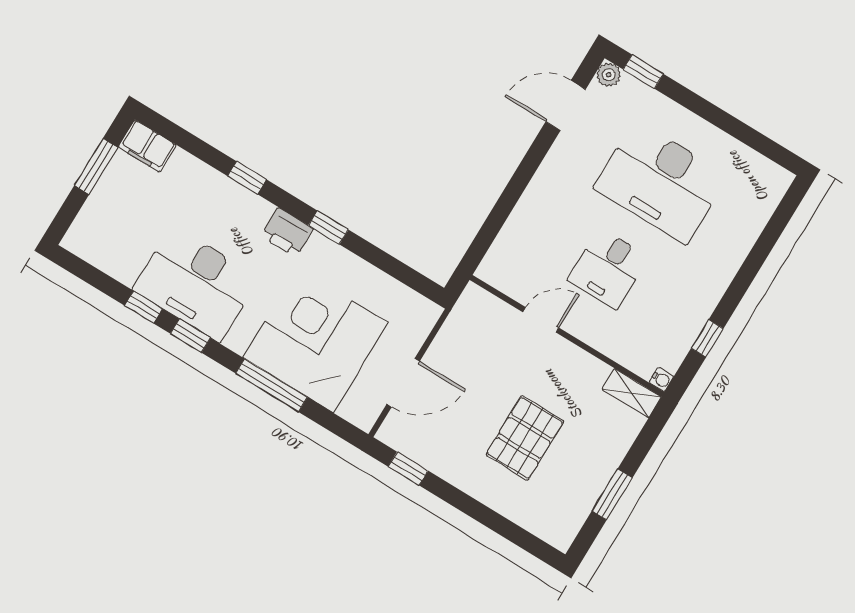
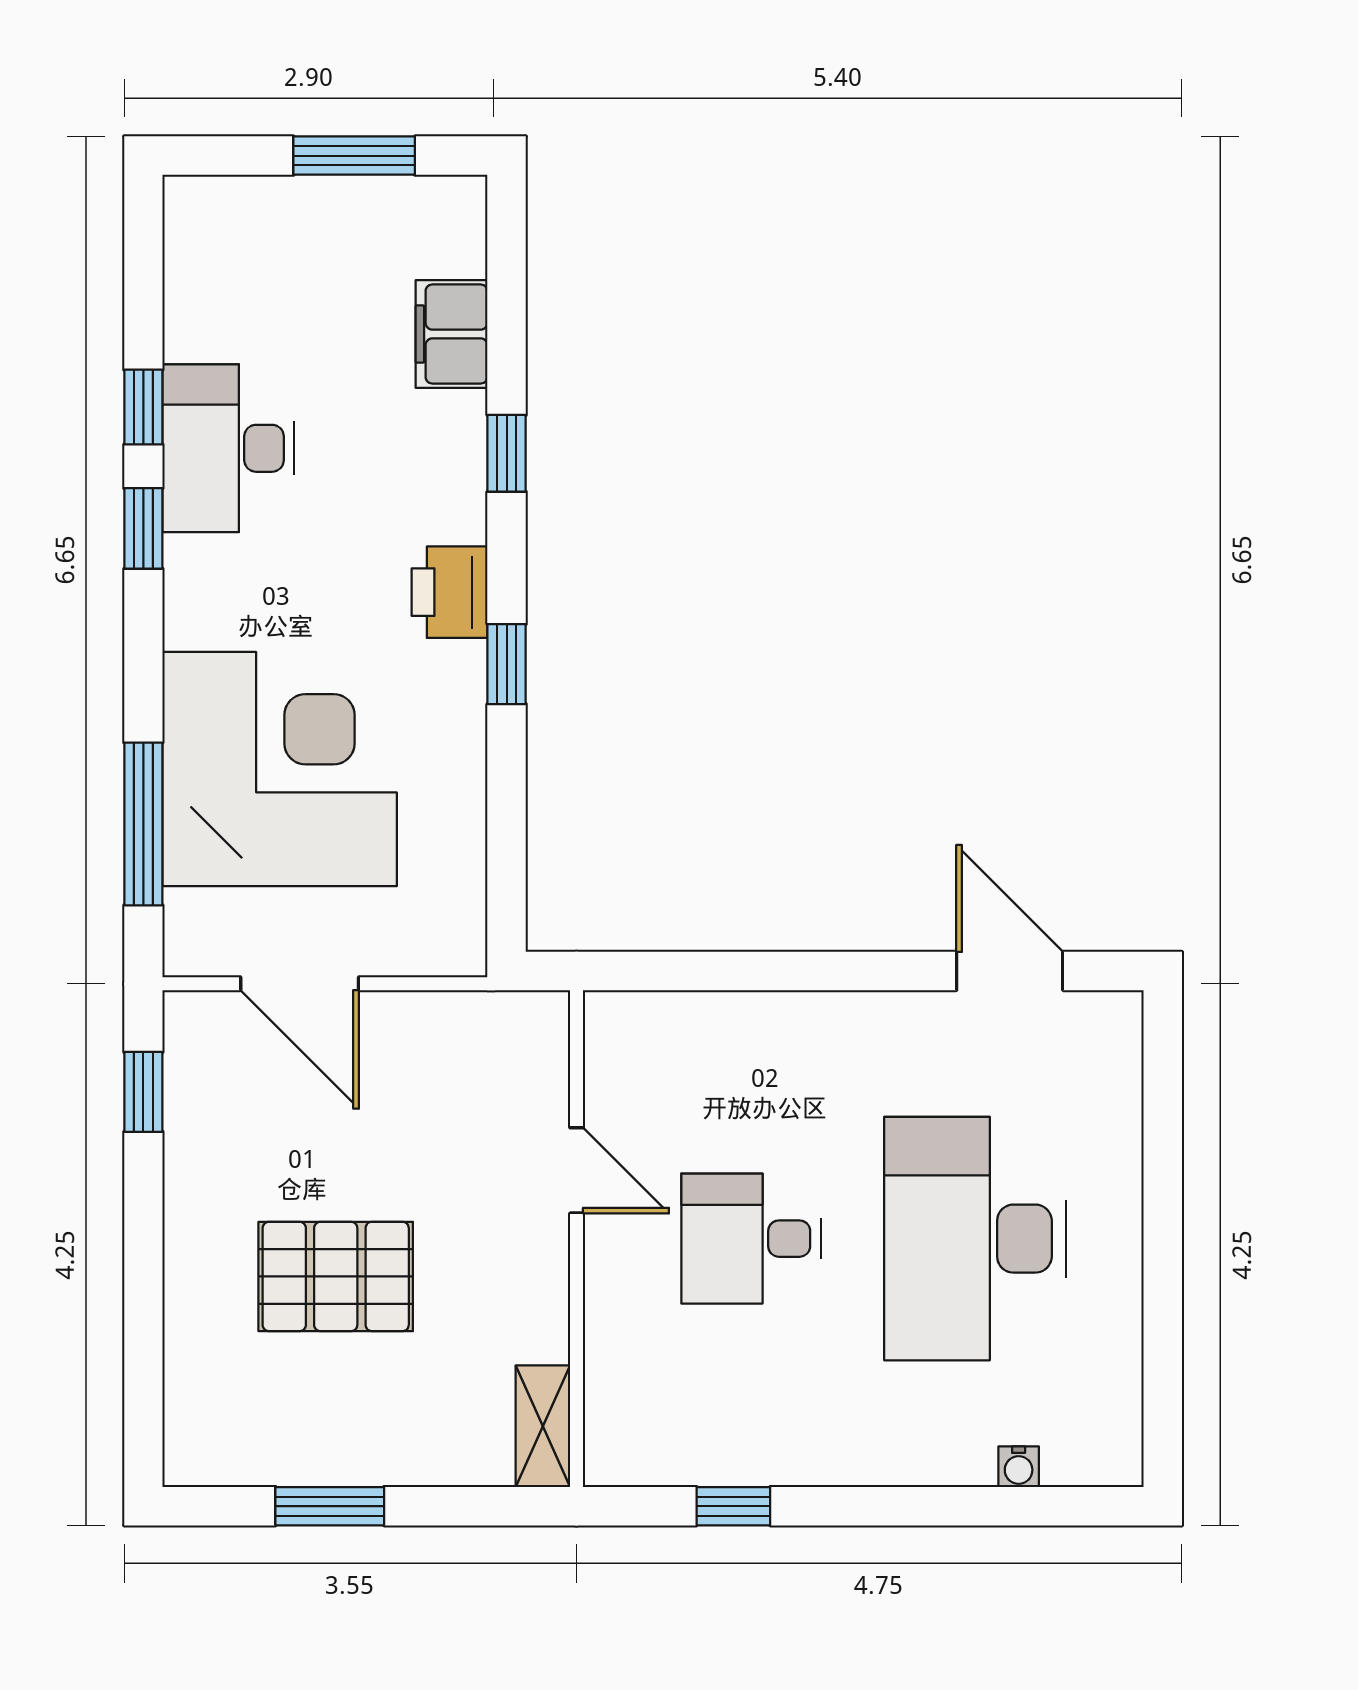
window: (643, 72) -> (1163, 1078), removed
plant: (609, 75) -> (1117, 1017), removed
filing cabinet: (147, 146) -> (451, 334), moved
desk: (196, 284) -> (228, 448), width x0.73, depth x0.77
water cooler: (661, 379) -> (1019, 1467), moved
window: (272, 385) -> (143, 824), moved

